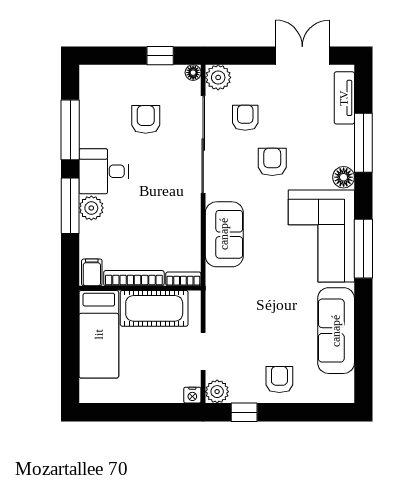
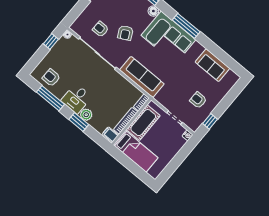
plant: (218, 77) -> (77, 27), removed
armchair: (146, 119) -> (51, 78), moved
armchair: (272, 162) -> (125, 33), turned -117
window: (70, 206) -> (79, 122), width x0.69
sofa: (224, 234) -> (142, 77), width x1.36
sofa: (336, 331) -> (212, 65), width x0.73
armchair: (279, 380) -> (198, 100), moved
plant: (217, 392) -> (194, 125), removed

